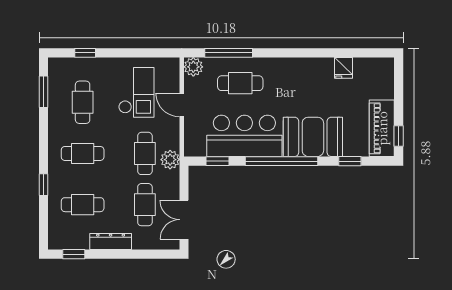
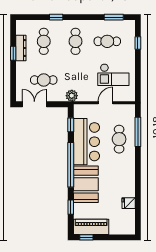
plant: (193, 67) -> (129, 110), removed
cafe table: (145, 153) -> (76, 80), removed
dresser: (111, 242) -> (21, 48), moved
window: (74, 254) -> (13, 53), moved

